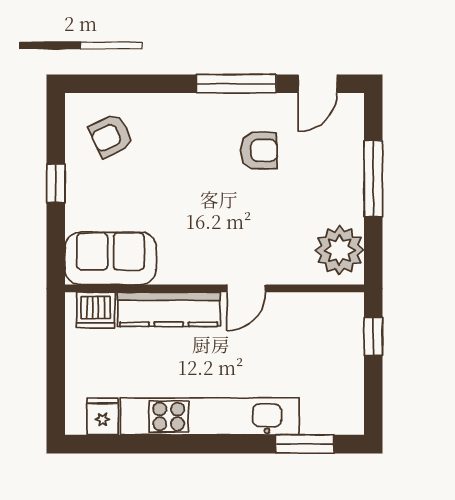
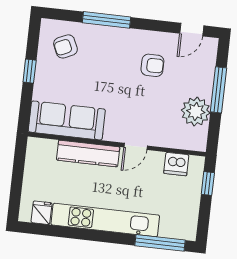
window: (236, 84) -> (107, 20), moved
plant: (340, 250) -> (196, 112), moved
sofa: (111, 258) -> (67, 120), width x1.36
dishwasher: (96, 310) -> (176, 164), moved
window: (305, 444) -> (160, 243), width x1.44

